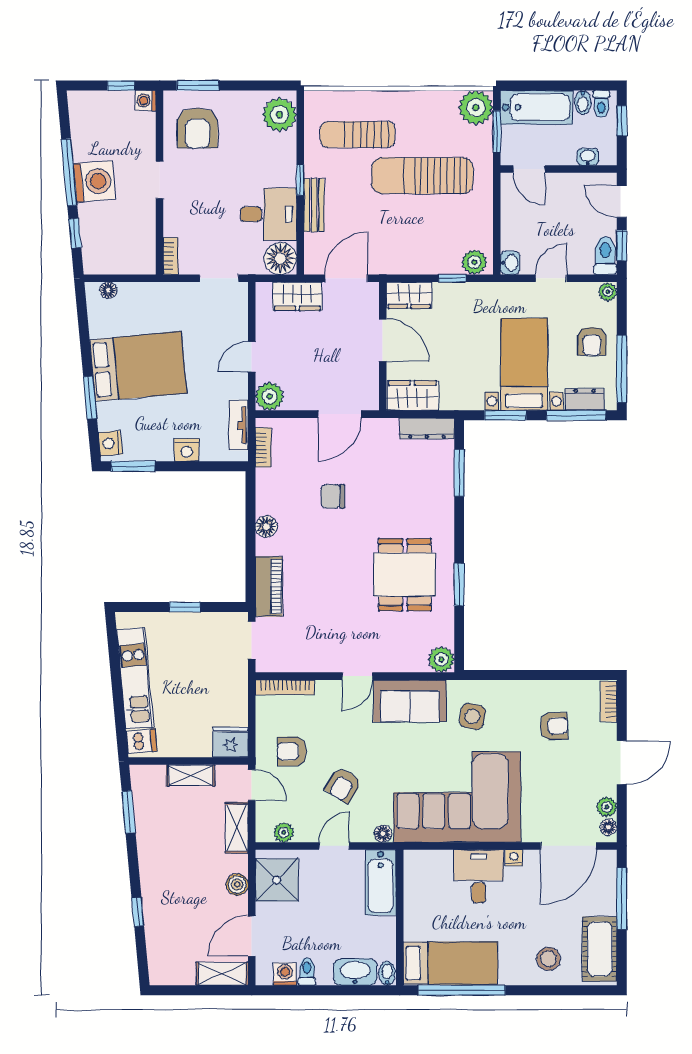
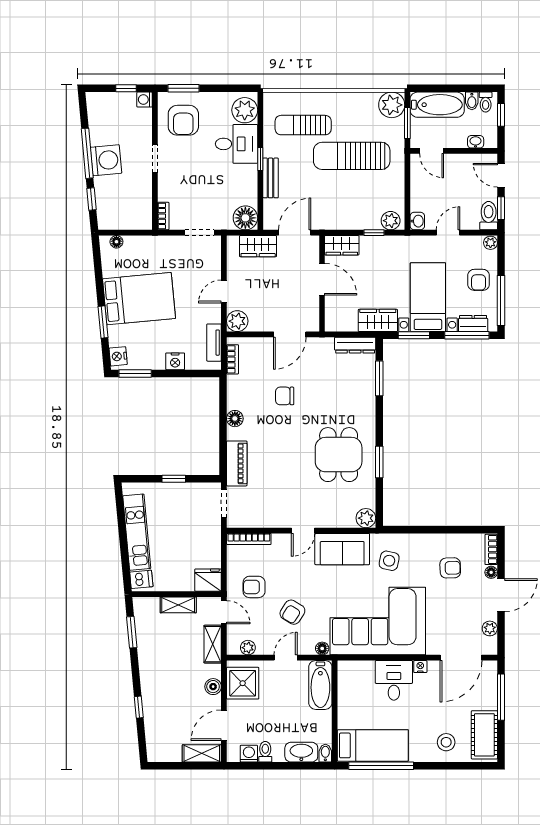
desk: (268, 214) -> (236, 144), moved
wardrobe: (412, 395) -> (378, 320), moved
floor lamp: (609, 827) -> (491, 572), moved

